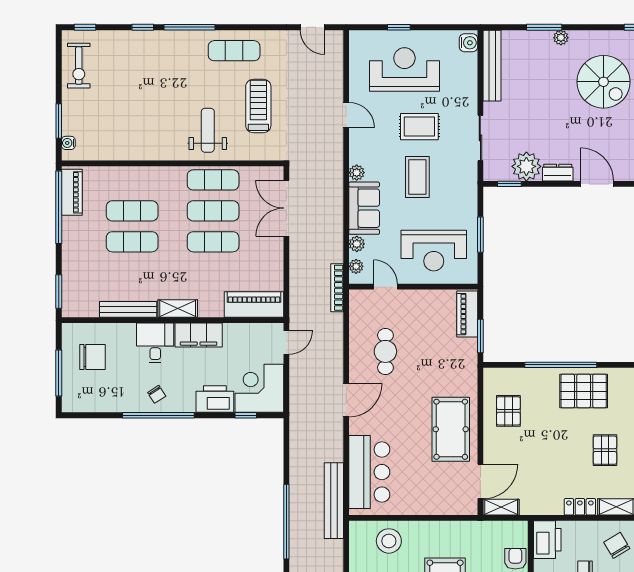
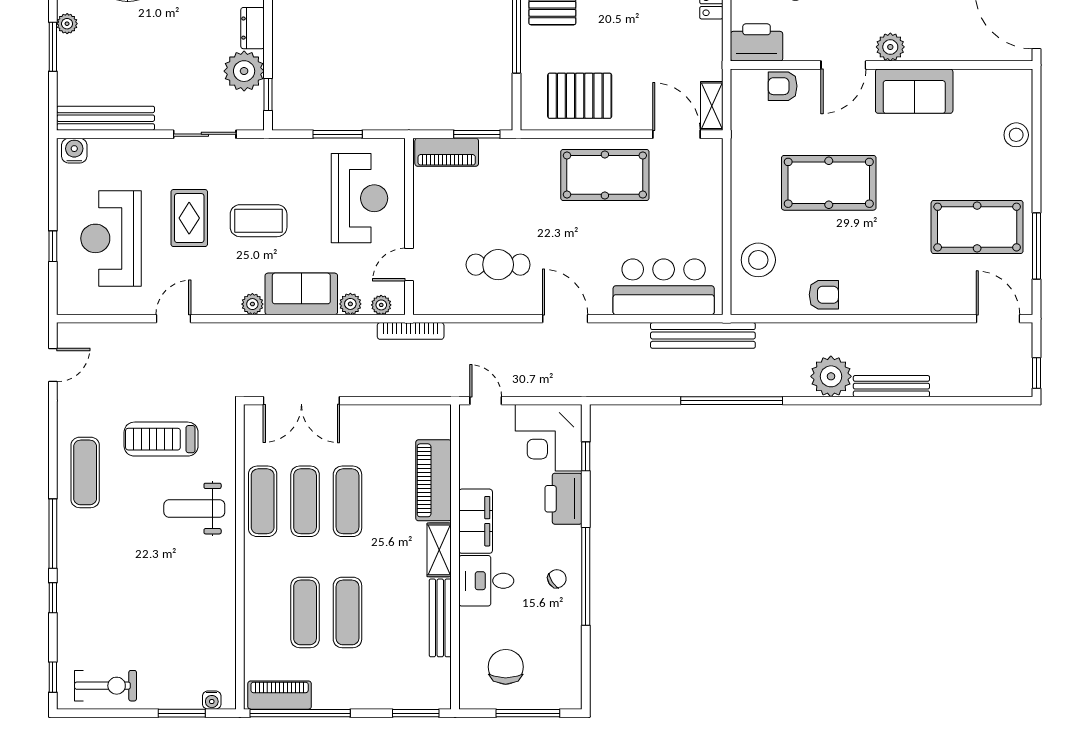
piano: (254, 304) -> (434, 480), moved
pallet: (508, 411) -> (580, 96), width x1.50, depth x1.42

